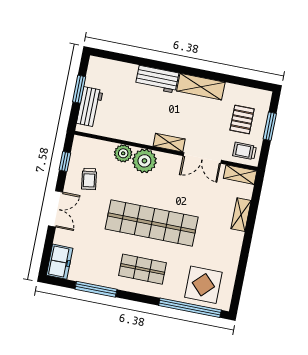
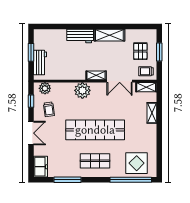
plant: (123, 153) -> (45, 88), moved

